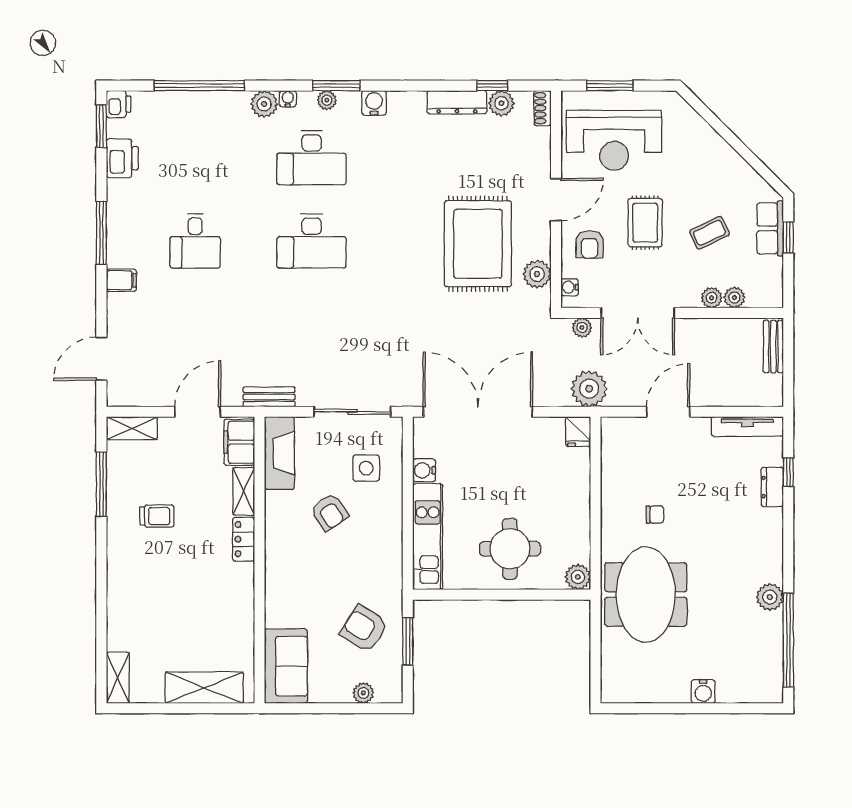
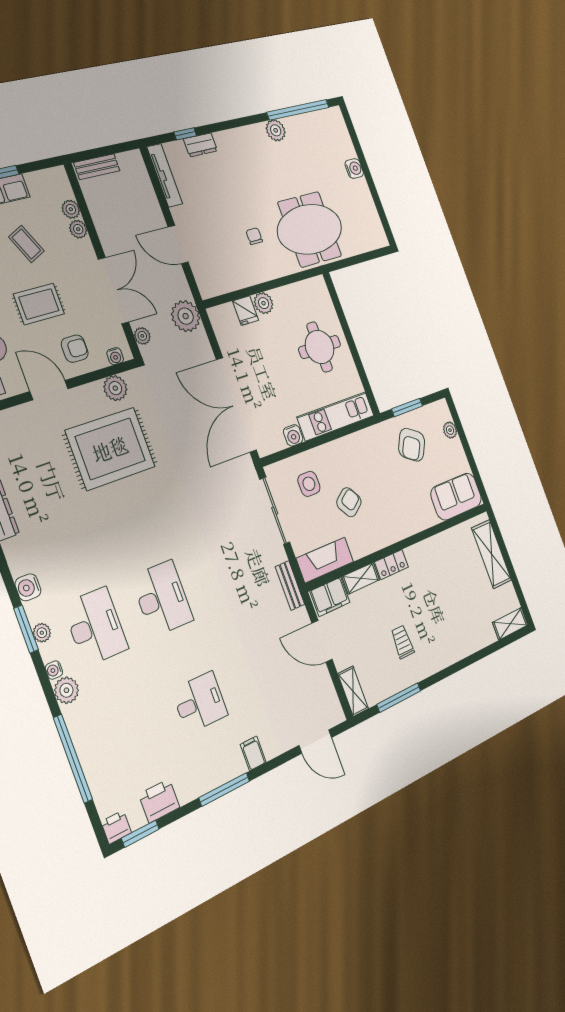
fridge: (578, 432) -> (246, 311), moved, turned 90
plant: (578, 577) -> (264, 303), moved

